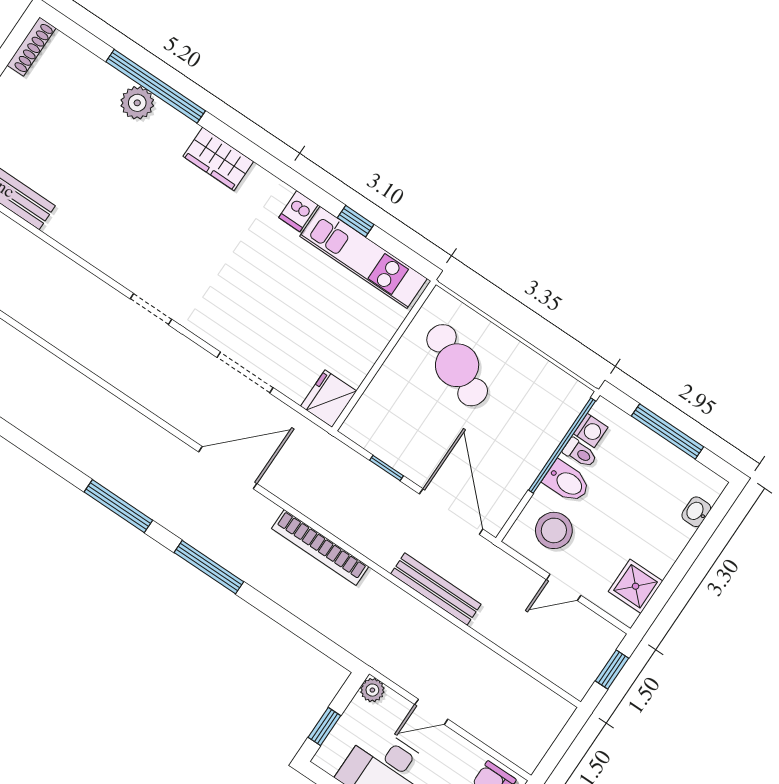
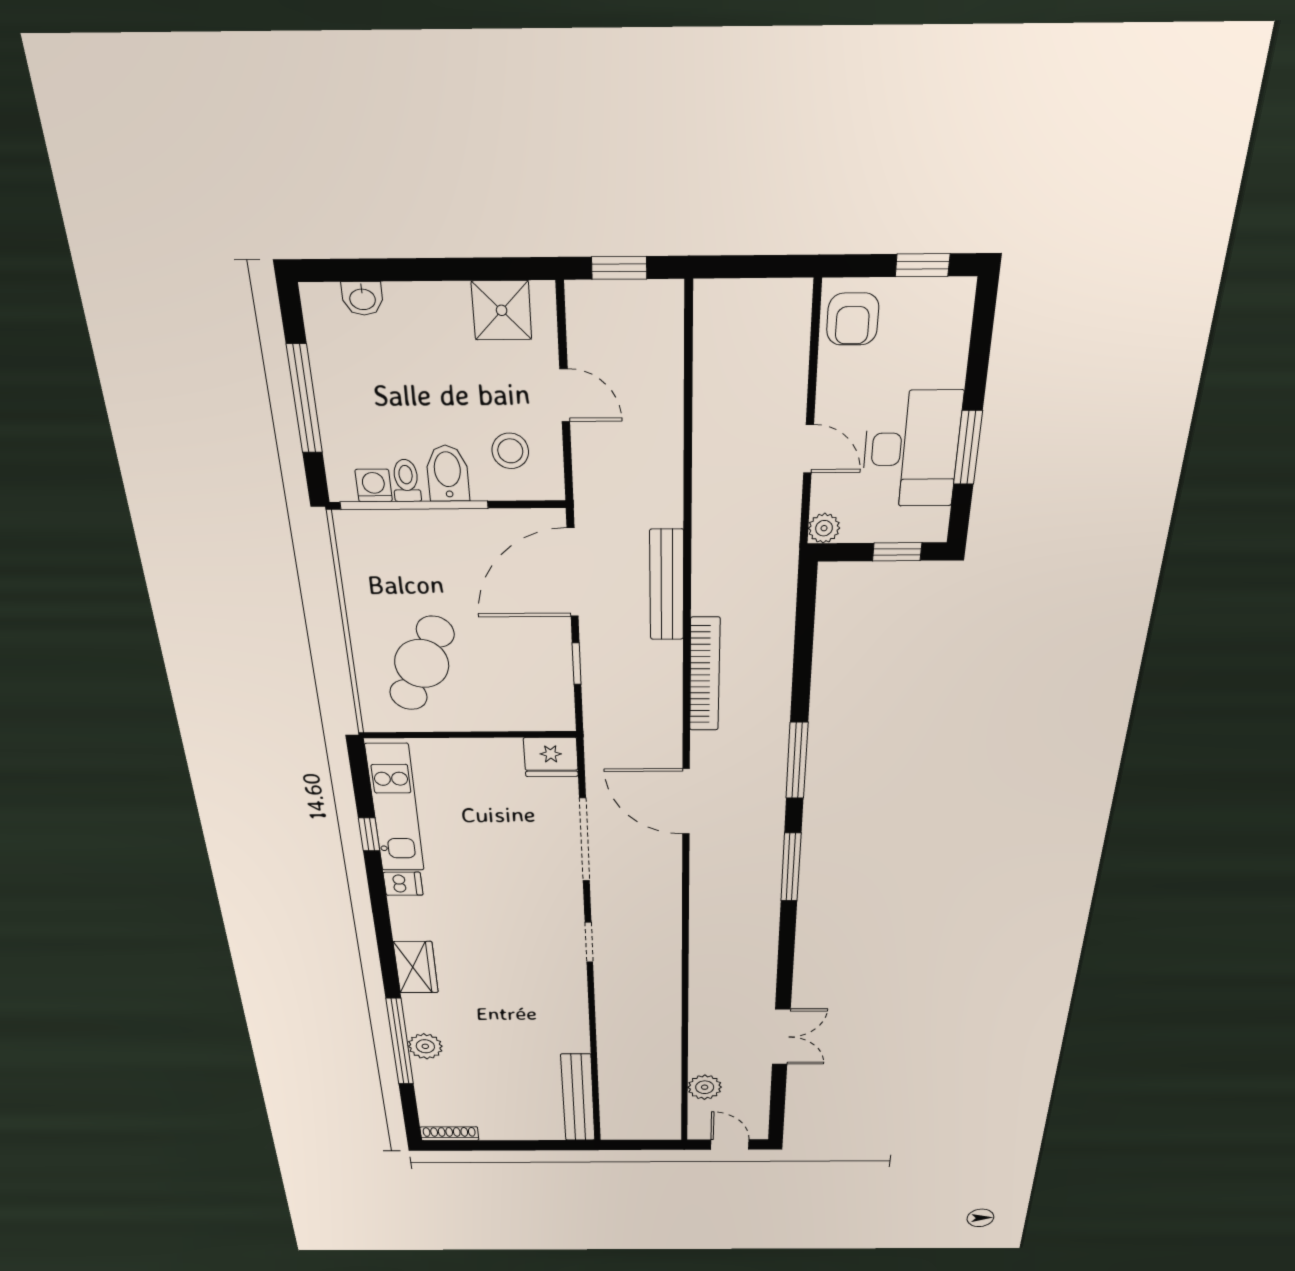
doorway: (245, 372) -> (584, 840), width x1.36
stool: (554, 530) -> (510, 451), width x0.73, depth x0.73
bench: (436, 589) -> (667, 585), moved

